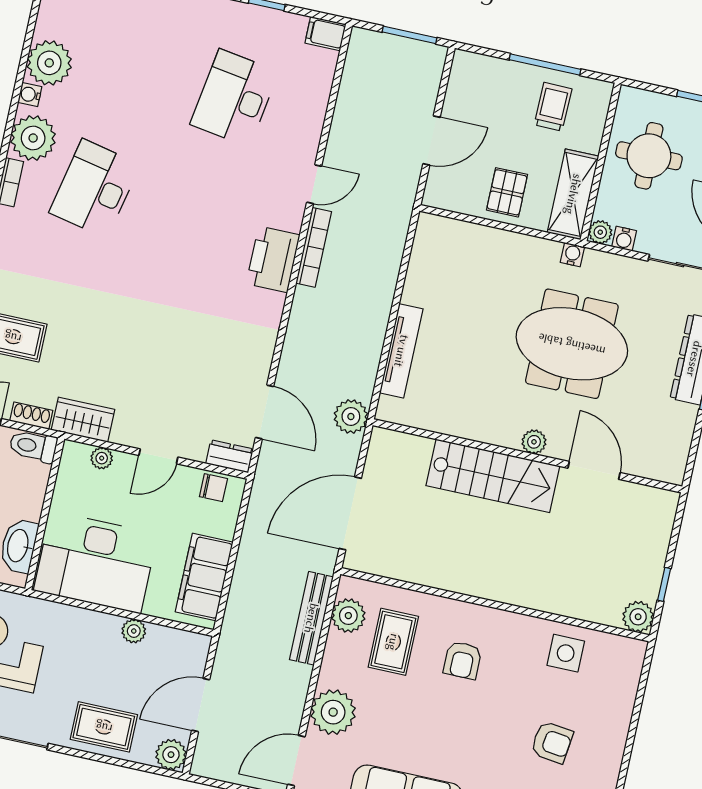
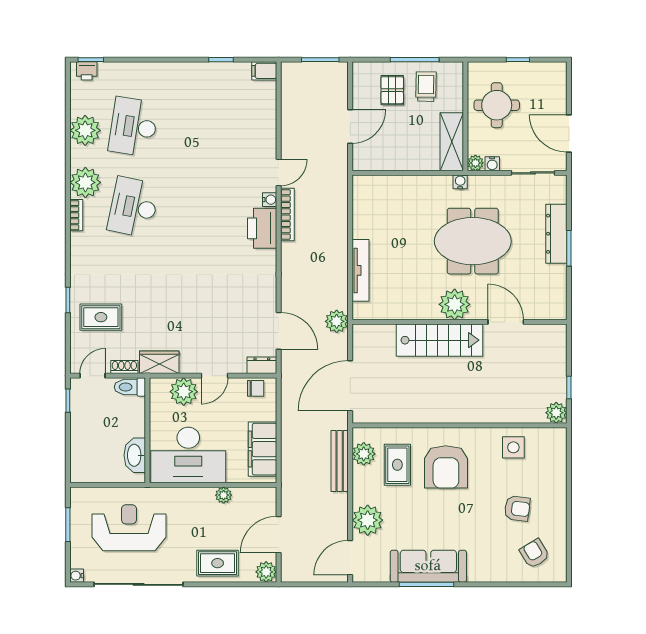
water cooler: (30, 95) -> (270, 200), moved, turned 180
desk: (234, 98) -> (133, 127), moved
pallet: (507, 192) -> (392, 90), moved
plant: (534, 442) -> (455, 304), width x1.88, depth x1.88
plant: (102, 458) -> (184, 392), width x1.88, depth x1.88
armchair: (463, 660) -> (446, 467), width x1.88, depth x1.88

